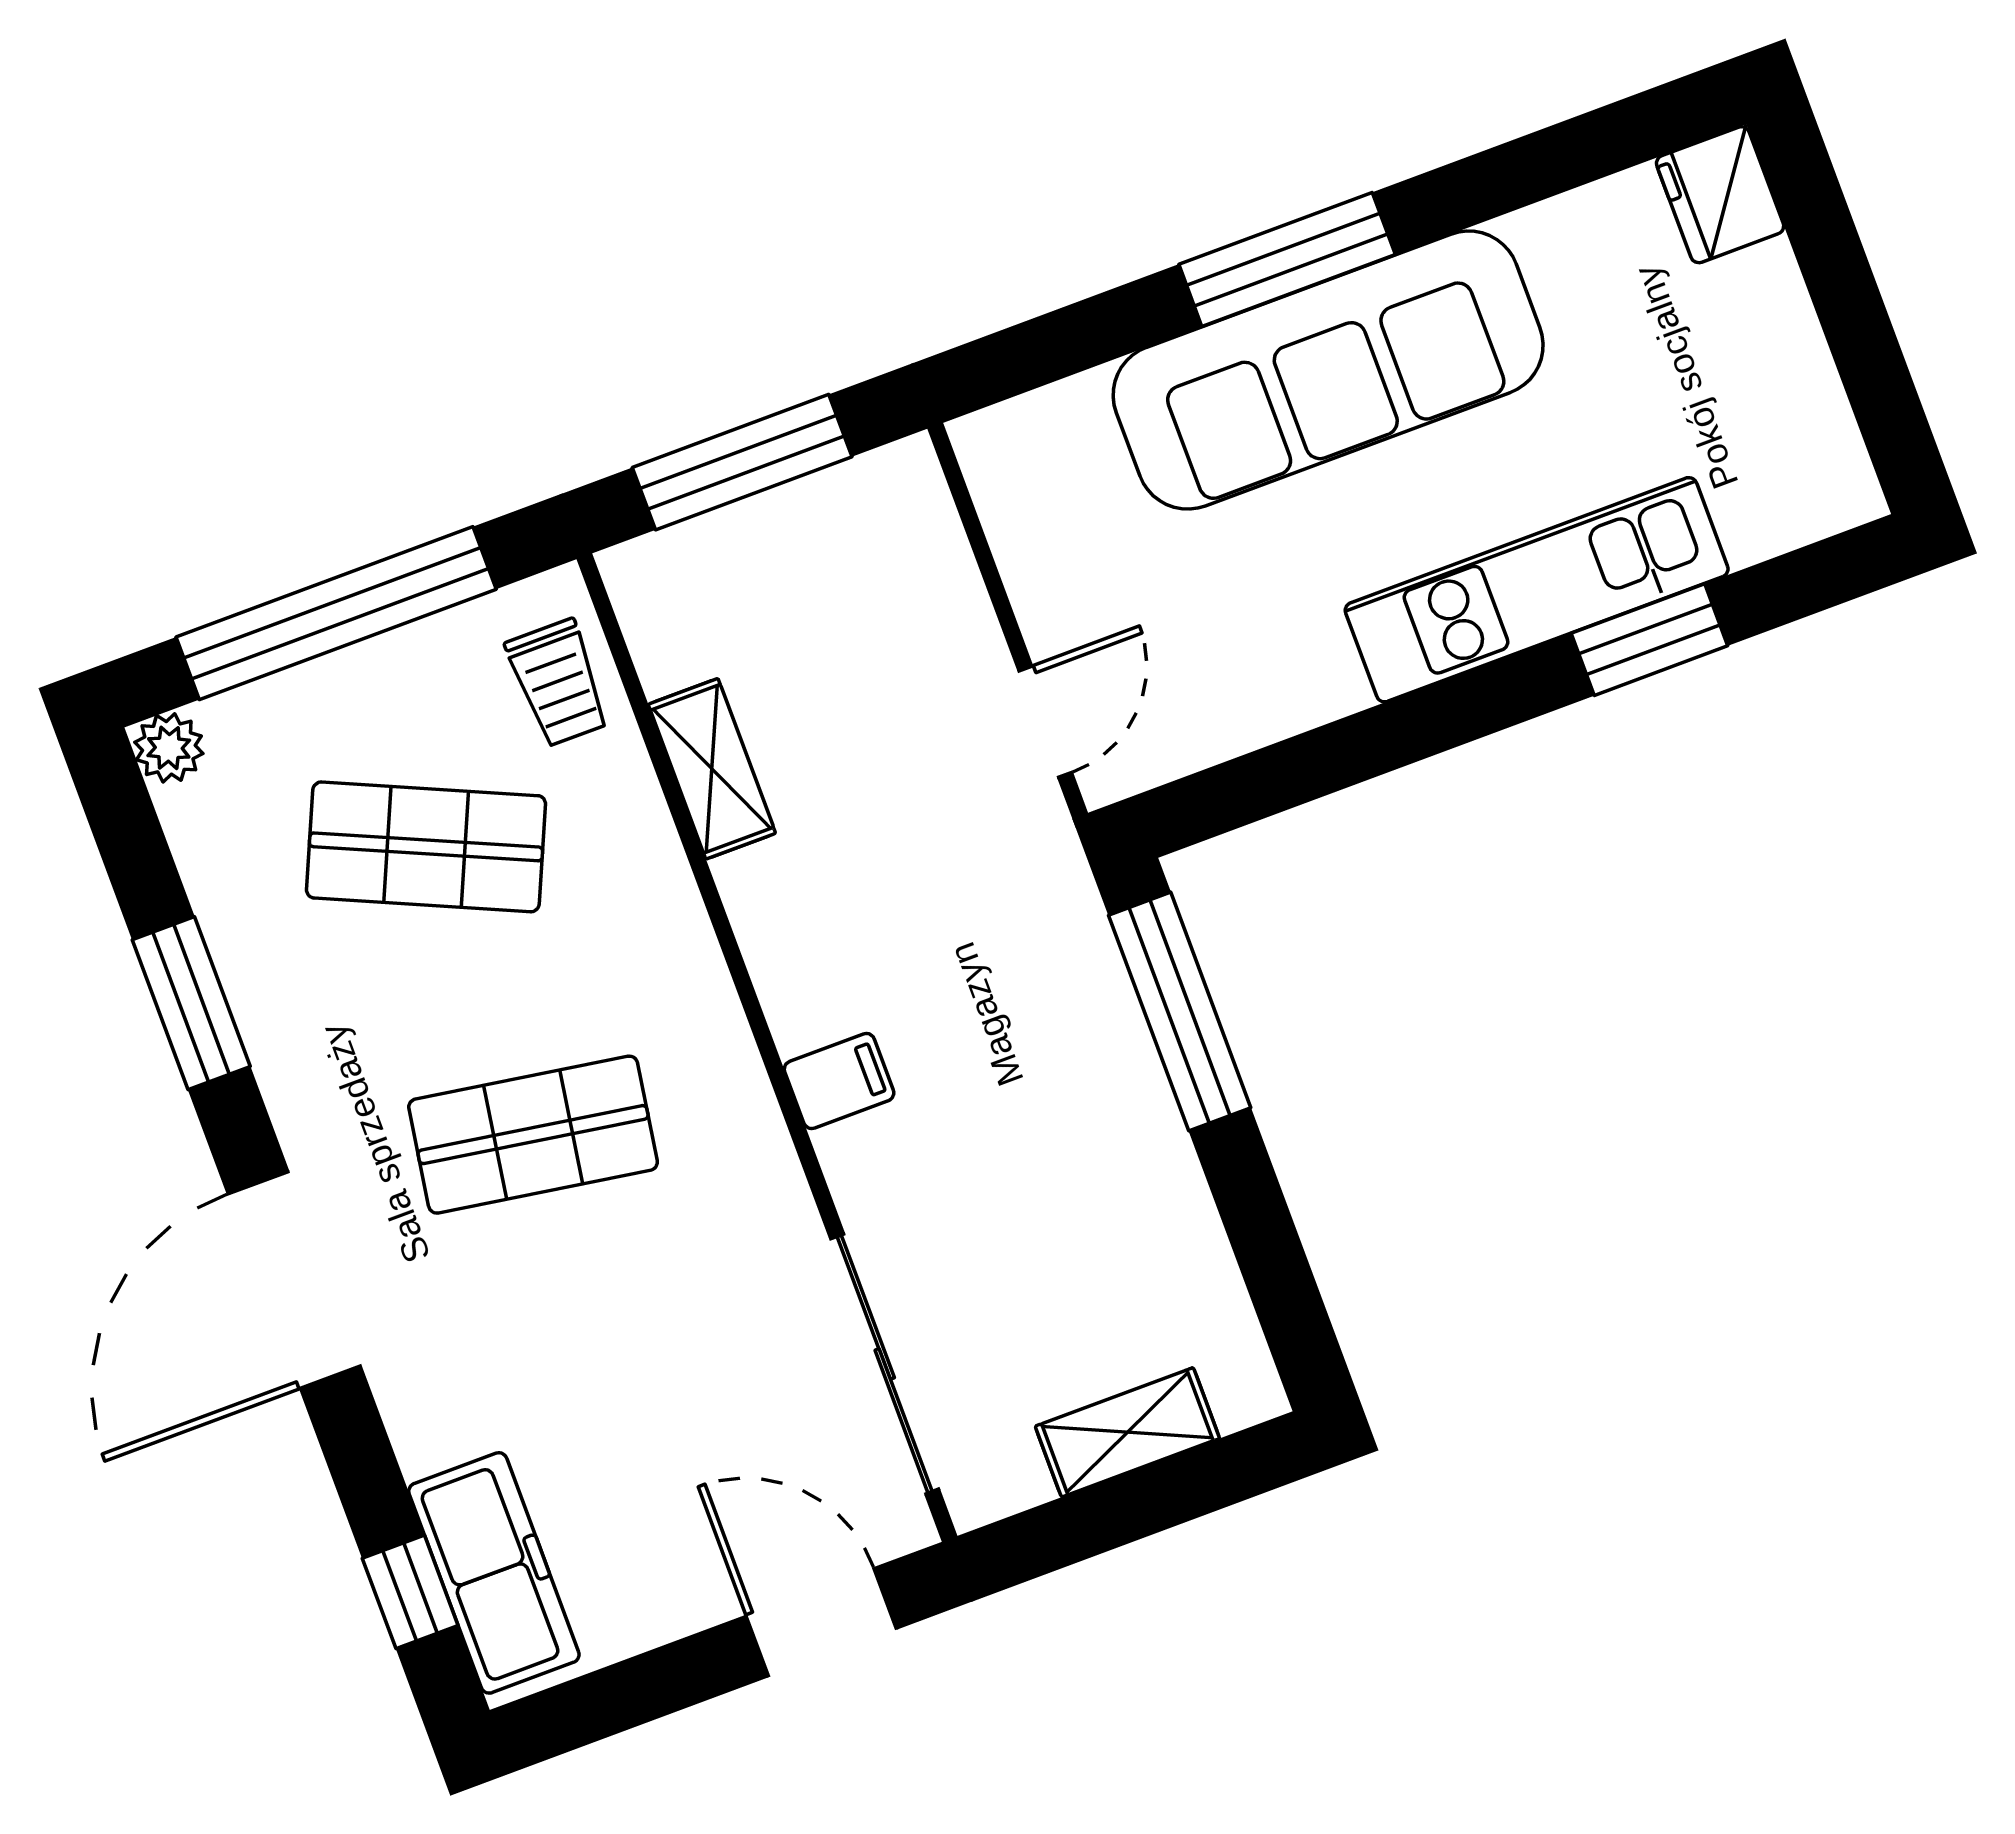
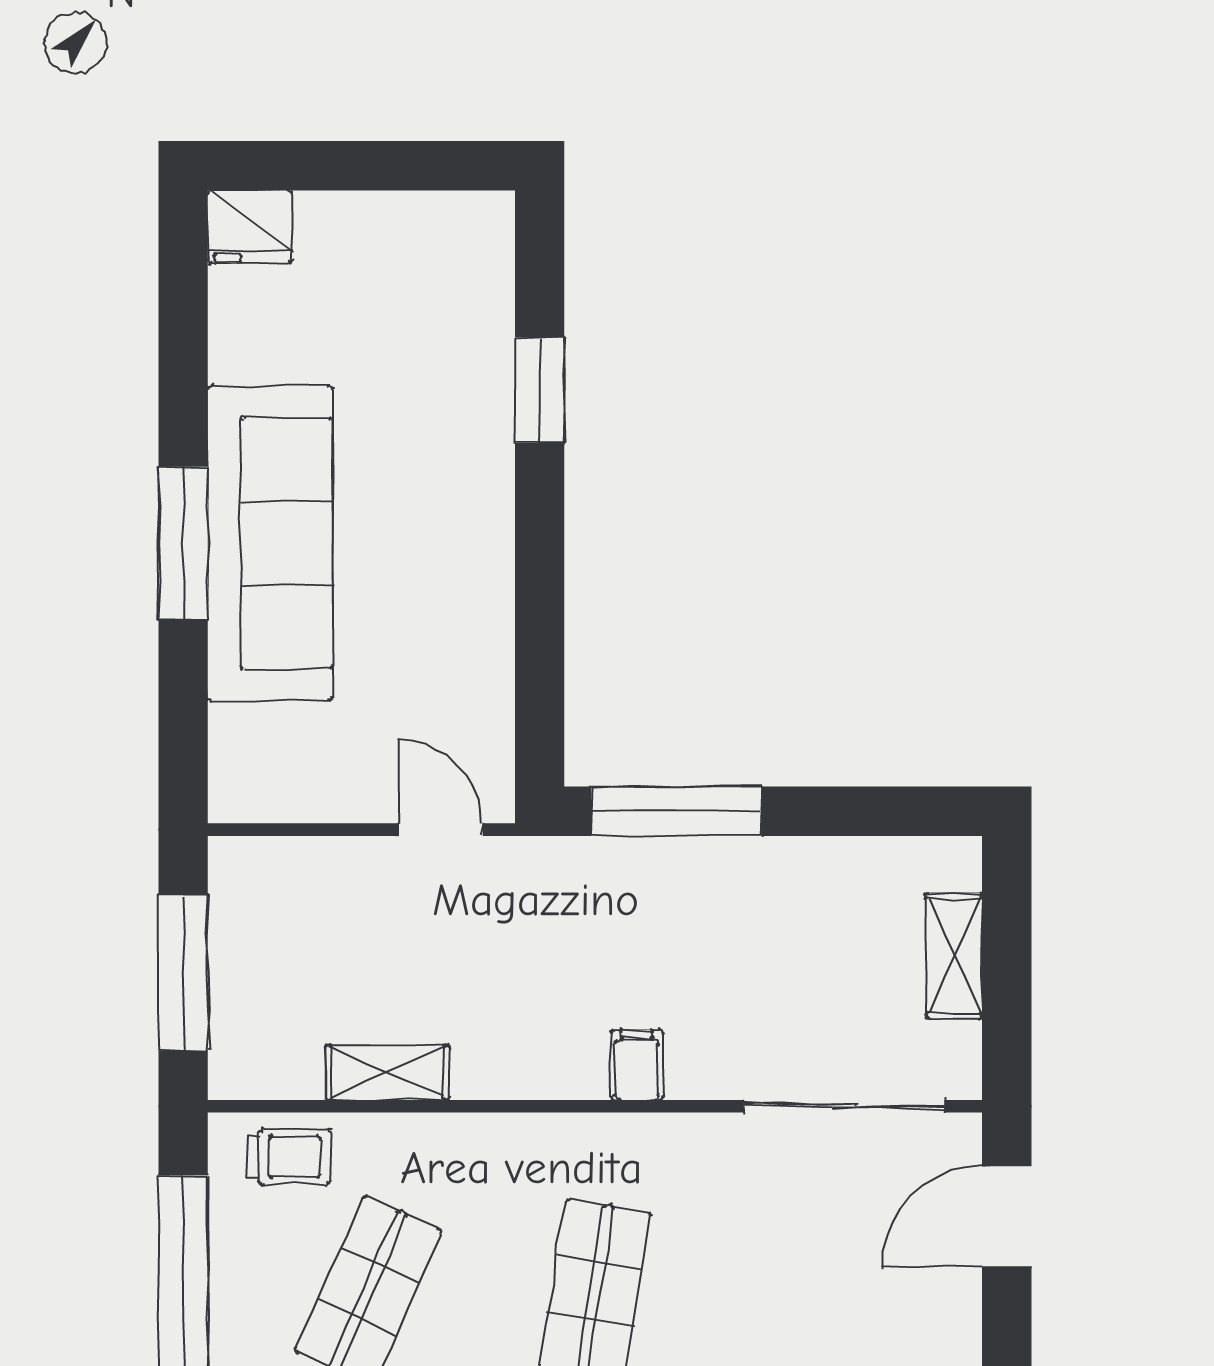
kitchen unit: (1537, 590) -> (476, 455), removed

